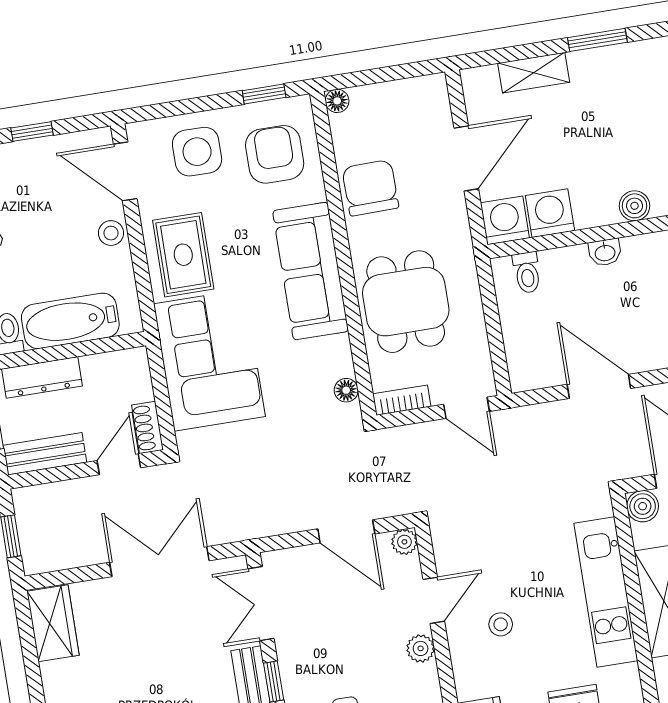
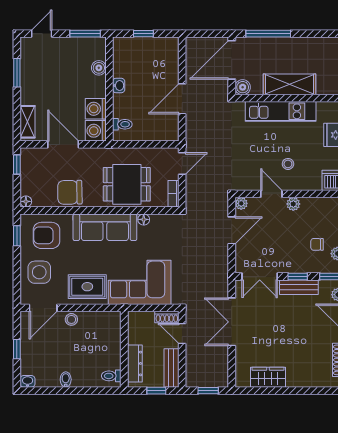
window: (410, 70) -> (17, 165), added
shelving: (534, 73) -> (28, 122), moved
bathtub: (70, 321) -> (110, 346), removed
floor lamp: (346, 390) -> (144, 219), moved
wardrobe: (53, 623) -> (268, 377), moved

